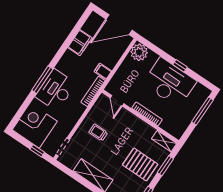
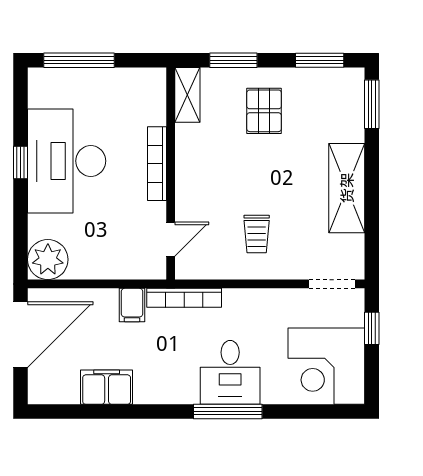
door: (119, 25) -> (21, 335), hinge flipped
desk: (56, 90) -> (230, 372), width x0.73
pallet: (140, 164) -> (264, 111), width x0.67, depth x0.71

